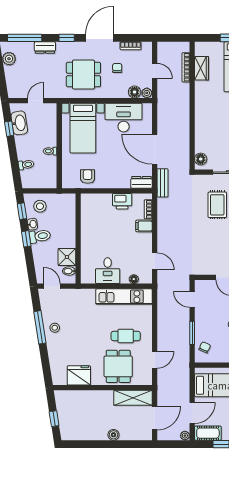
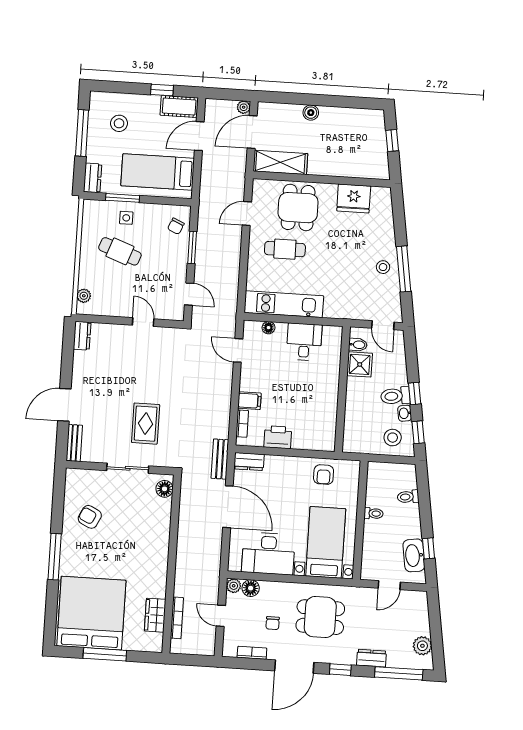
plant: (185, 436) -> (244, 107), moved

